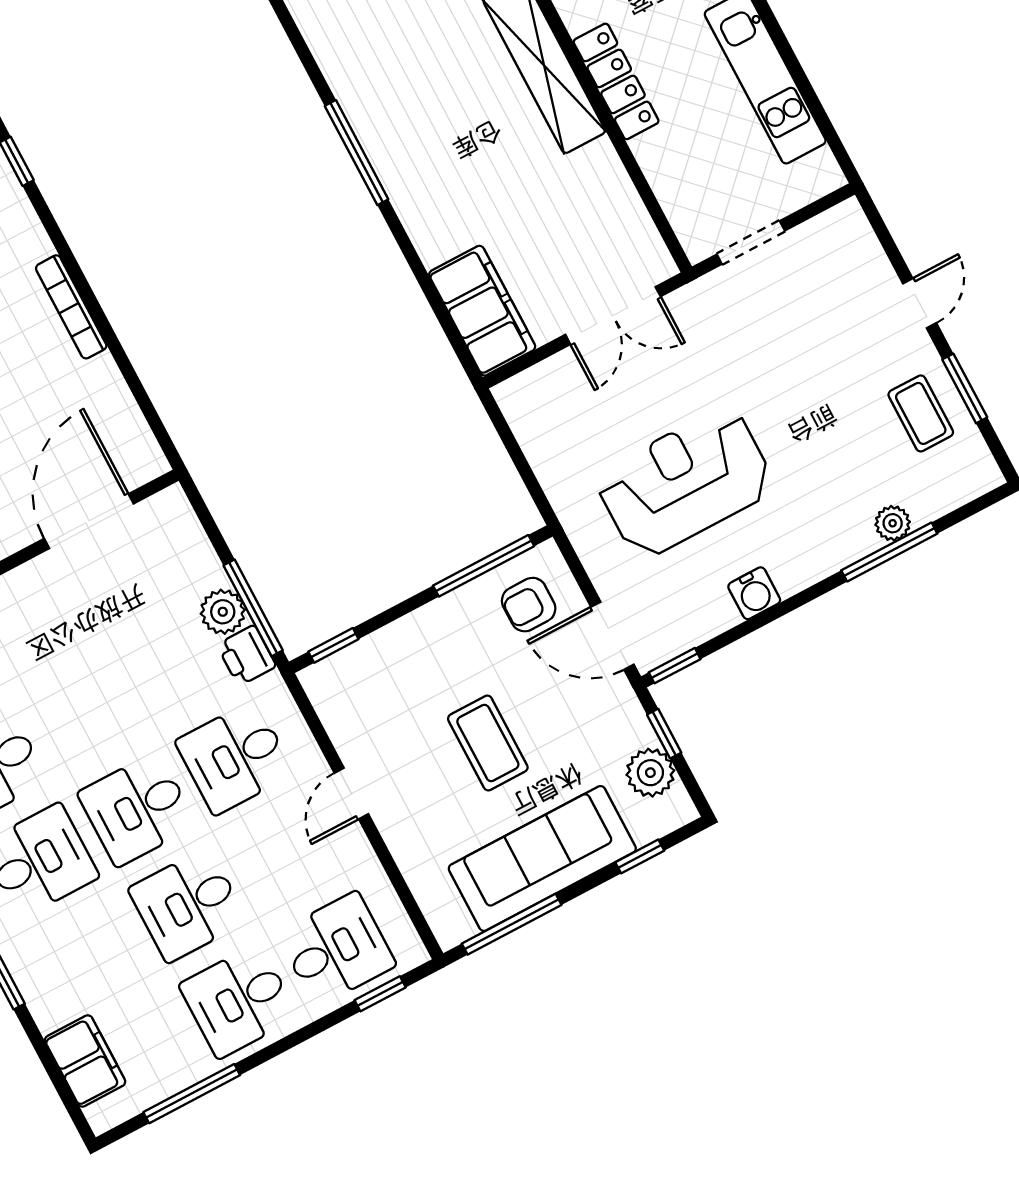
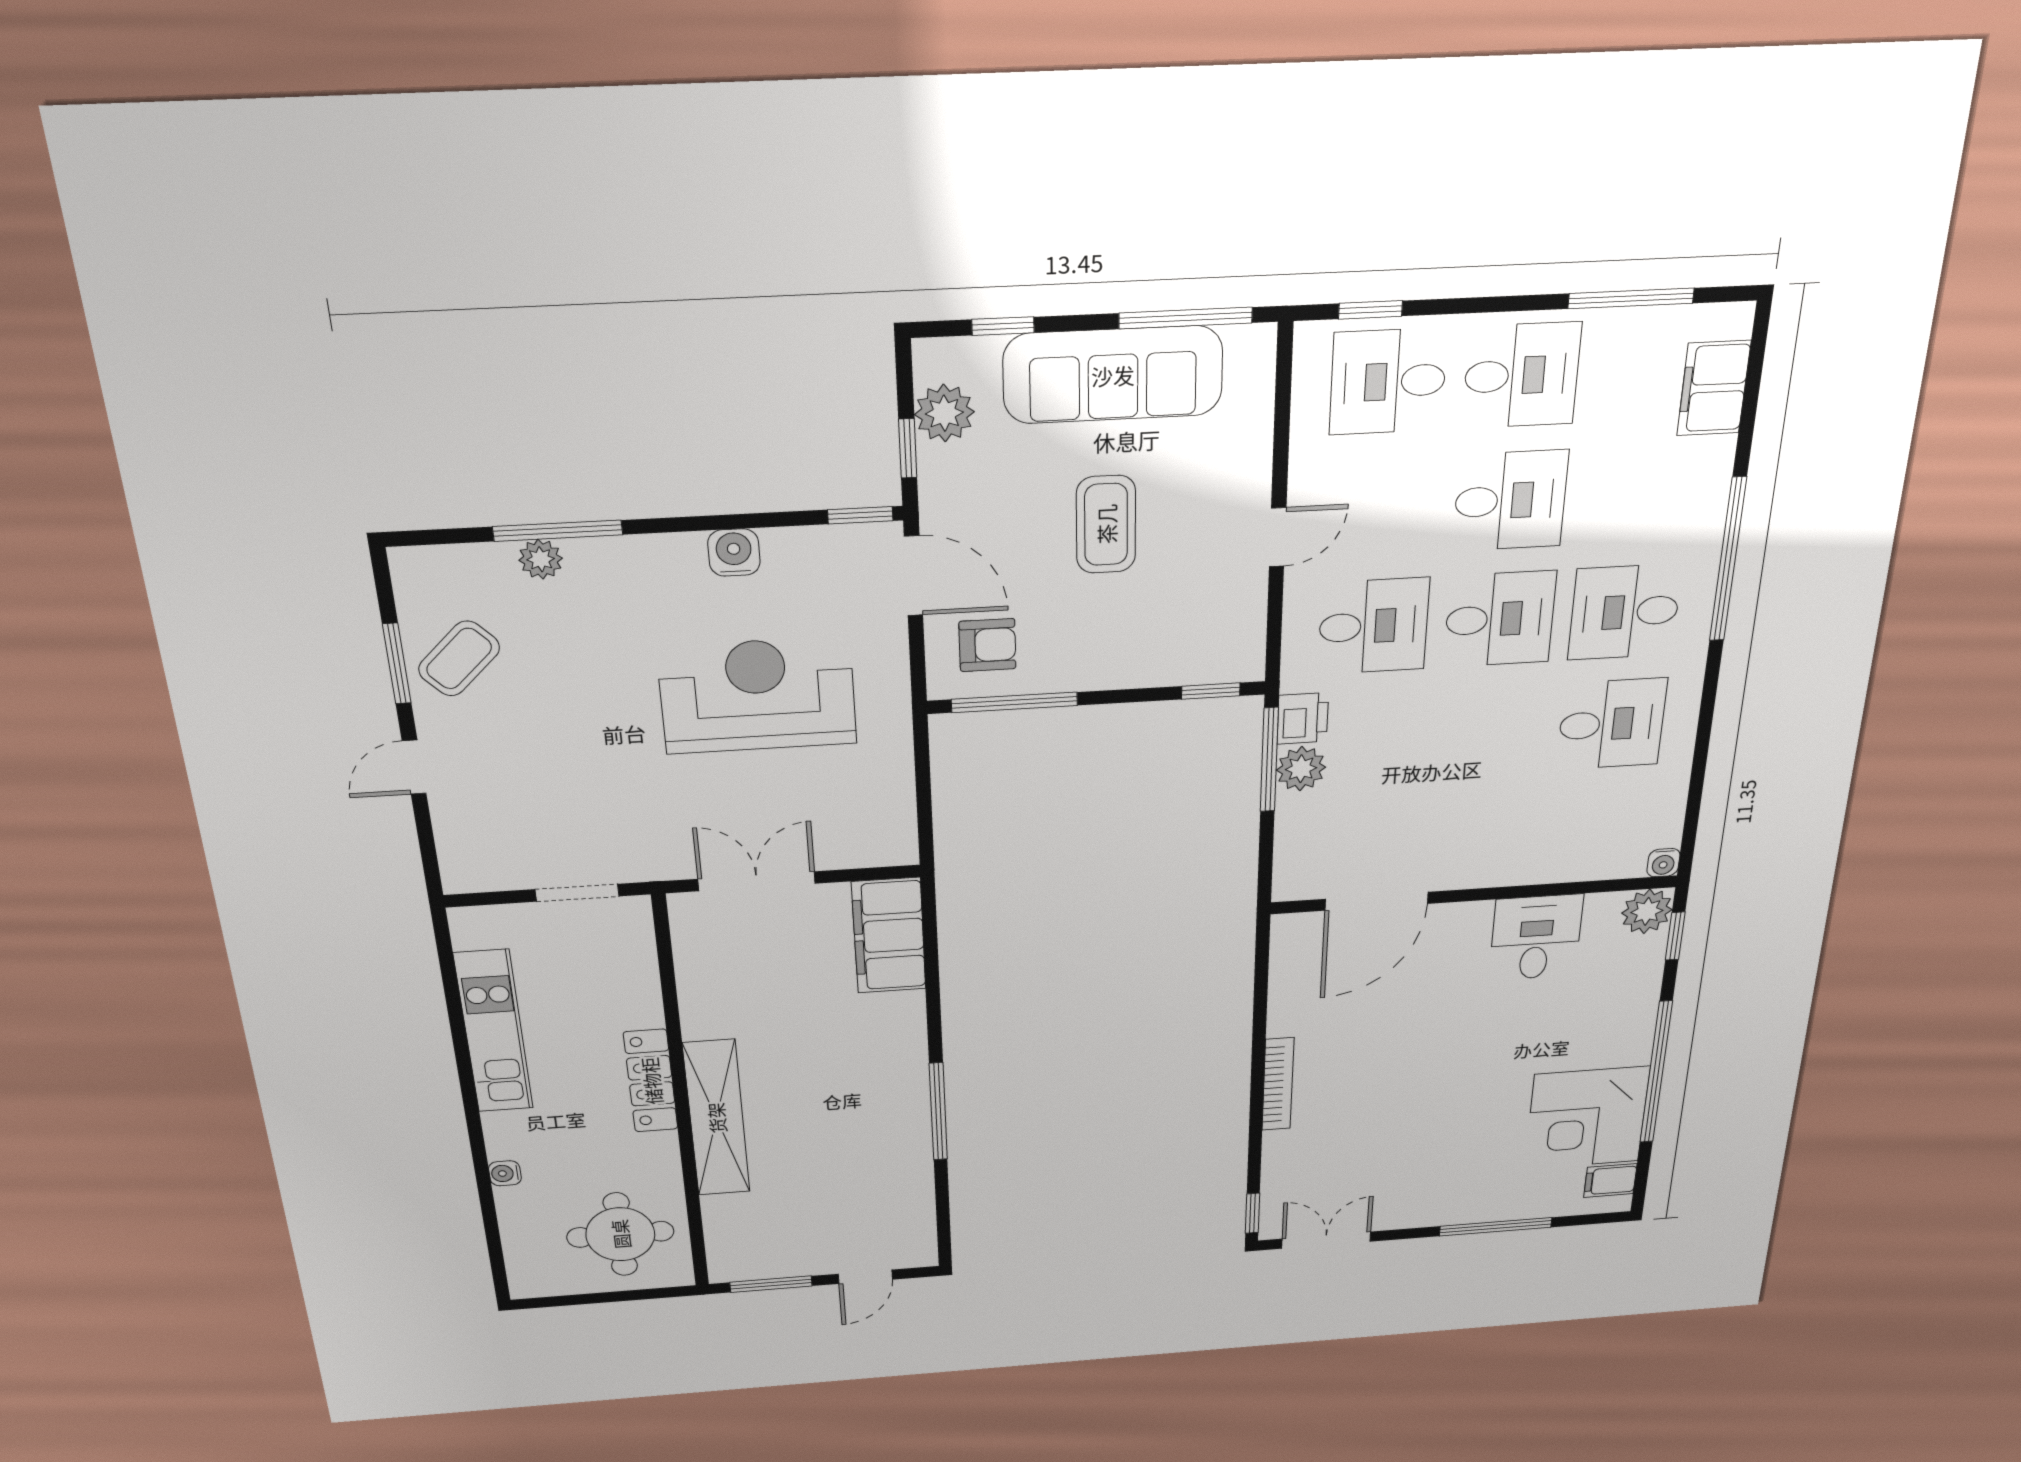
coffee table: (921, 413) -> (459, 658), turned 46
reception desk: (685, 483) -> (758, 695), turned 180

